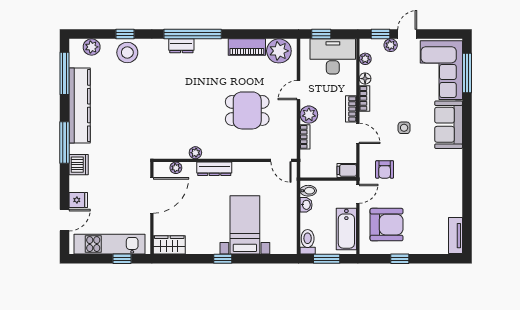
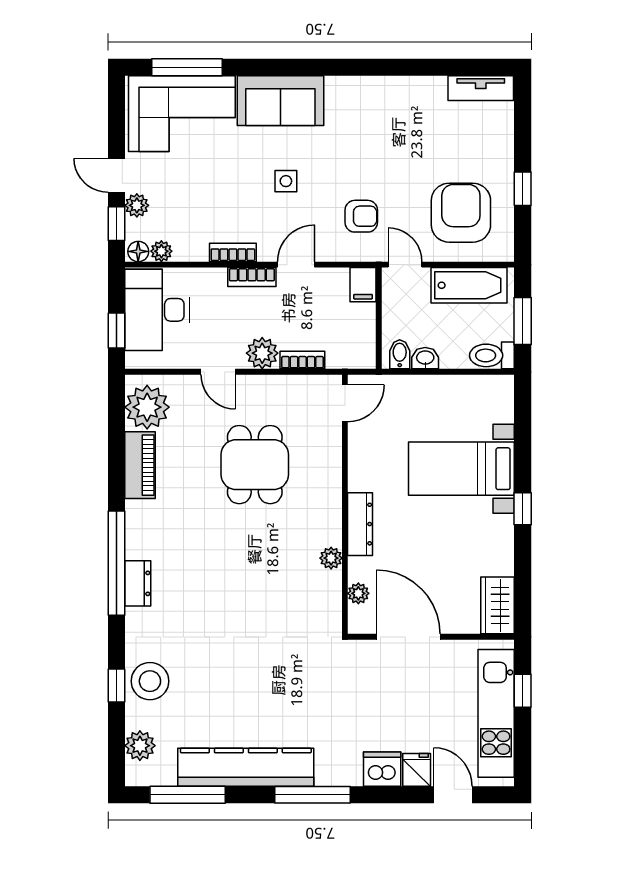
floor lamp: (365, 79) -> (138, 251), moved
dishwasher: (79, 165) -> (382, 769), moved

